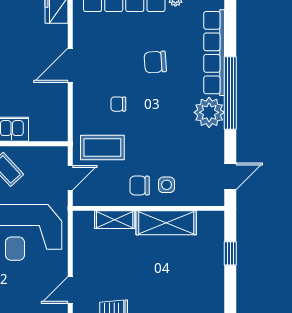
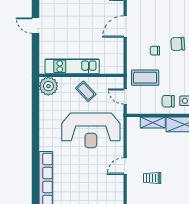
chair: (155, 62) -> (178, 44), moved
door: (70, 178) -> (125, 97), swing flipped

